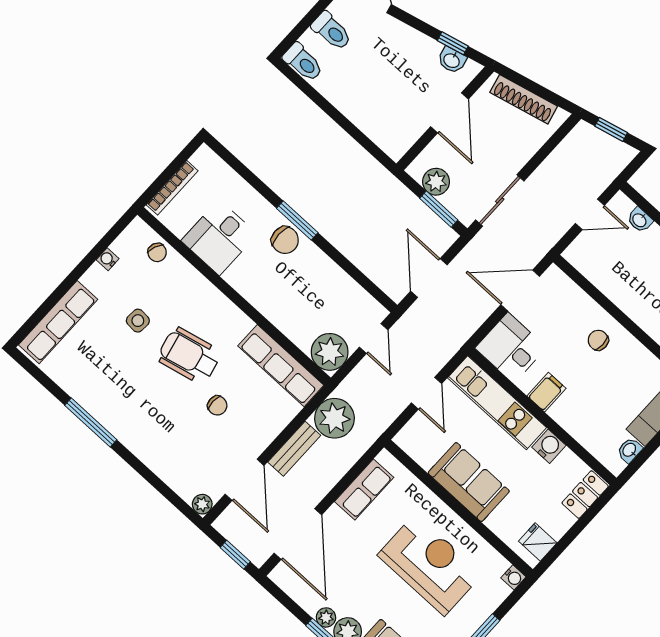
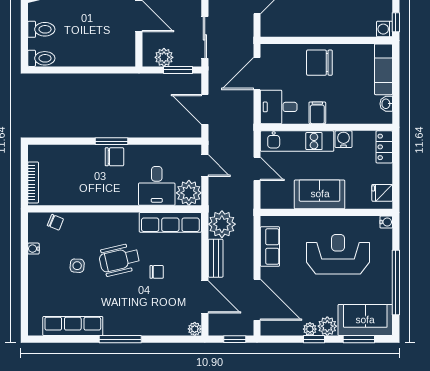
desk: (219, 238) -> (157, 186), moved
row of seats: (58, 322) -> (73, 326), moved, turned -90
chair: (598, 340) -> (319, 63), width x1.87, depth x1.87
window: (91, 423) -> (120, 339), moved

